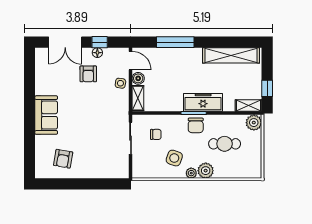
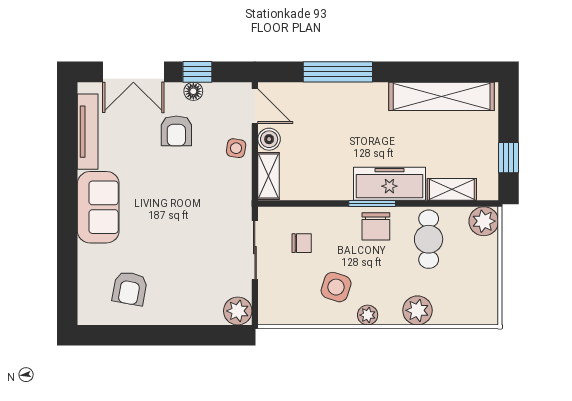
tv unit: (40, 74) -> (88, 132), added
shelving: (249, 105) -> (452, 189), moved
cafe table: (225, 144) -> (429, 239), moved, turned 90
plant: (121, 171) -> (238, 311), added
plant: (206, 171) -> (417, 310), moved

